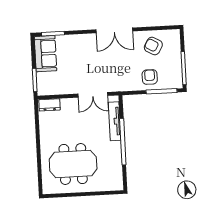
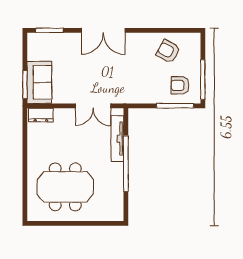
double door: (114, 30) -> (103, 30), moved
sofa: (46, 54) -> (39, 82), moved
armchair: (150, 77) -> (180, 85), moved, turned -90

